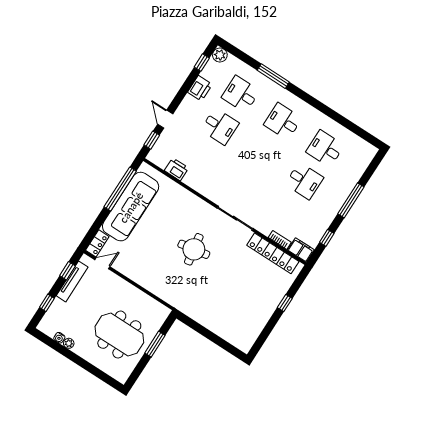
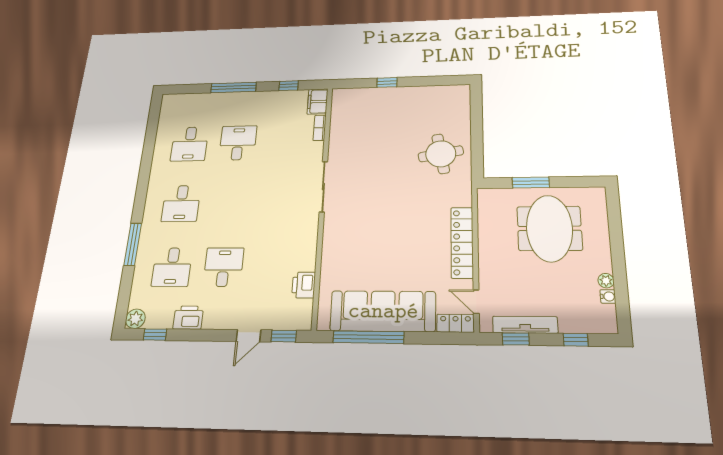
round table: (194, 249) -> (441, 154), moved
locker: (273, 253) -> (462, 242), moved, turned 180

